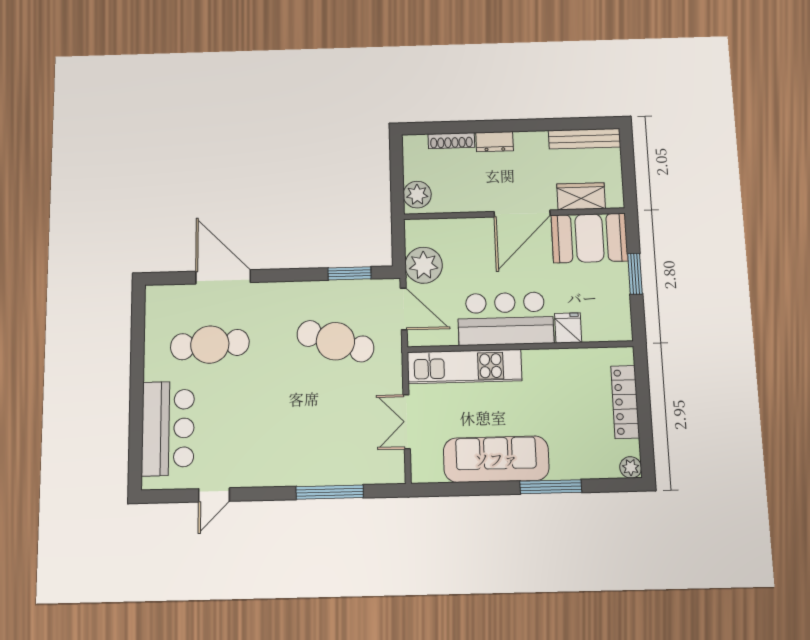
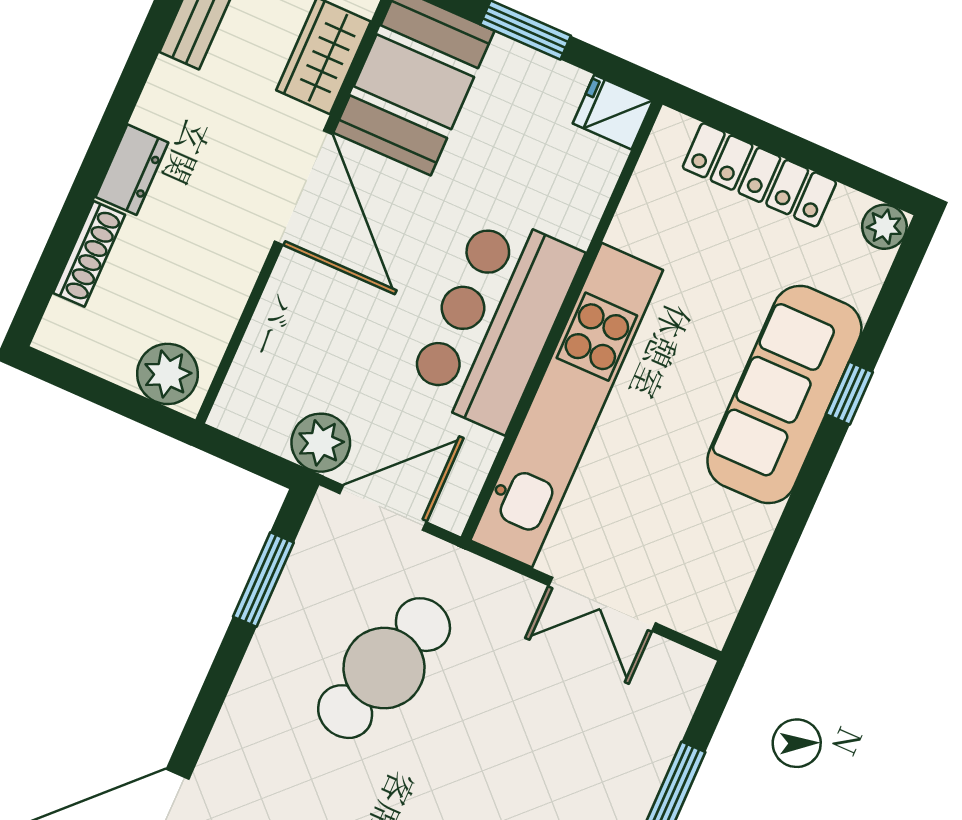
plant: (424, 265) -> (321, 443), width x0.73, depth x0.73
fridge: (568, 328) -> (613, 112), moved
kitchen unit: (464, 366) -> (567, 405), width x1.36
sofa: (496, 459) -> (784, 395), moved
window: (551, 487) -> (849, 393), width x0.46

